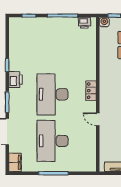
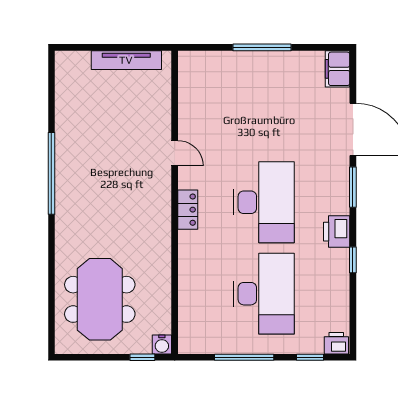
printer: (85, 23) -> (336, 343), moved
desk: (53, 141) -> (264, 294), moved

